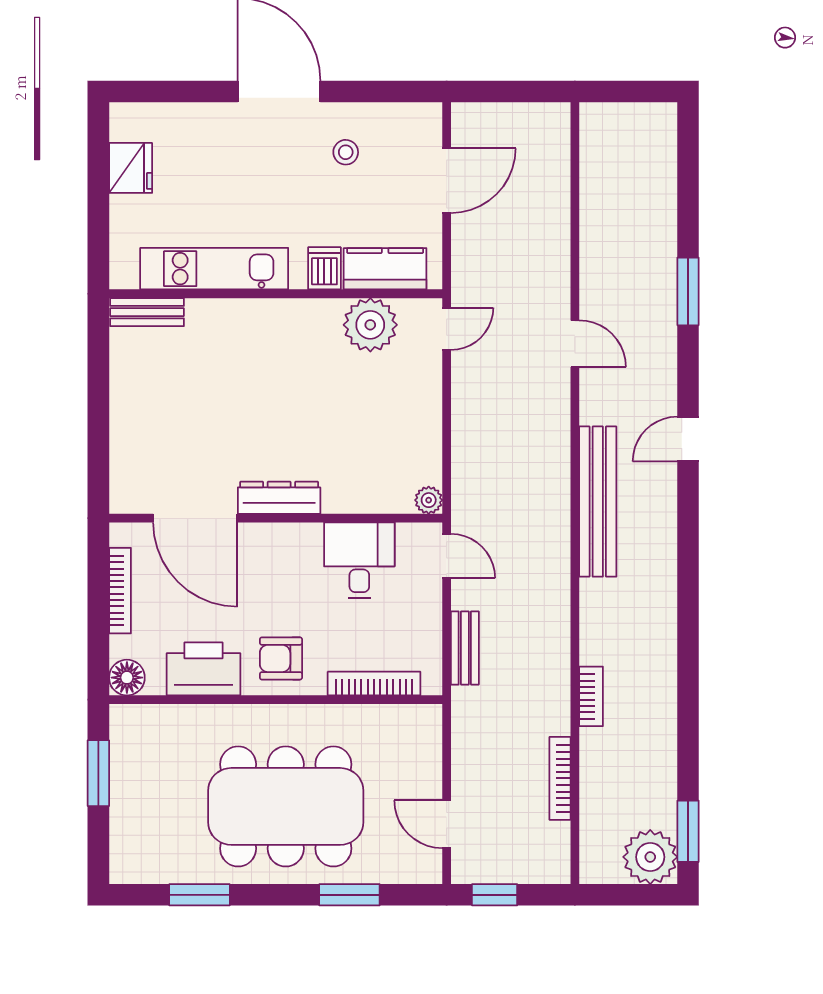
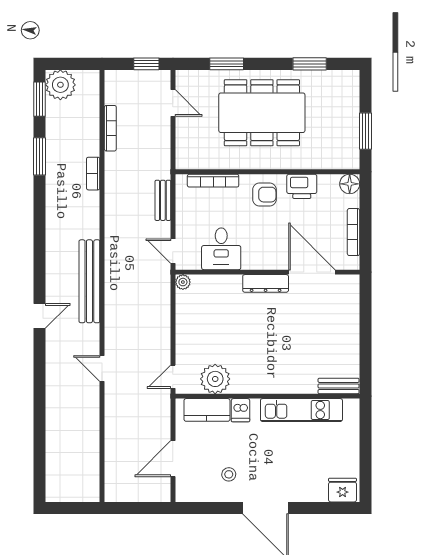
fridge: (131, 168) -> (343, 490), moved, turned 90
window: (688, 291) -> (40, 156), moved
printer: (204, 669) -> (302, 186), width x0.73, depth x0.84

